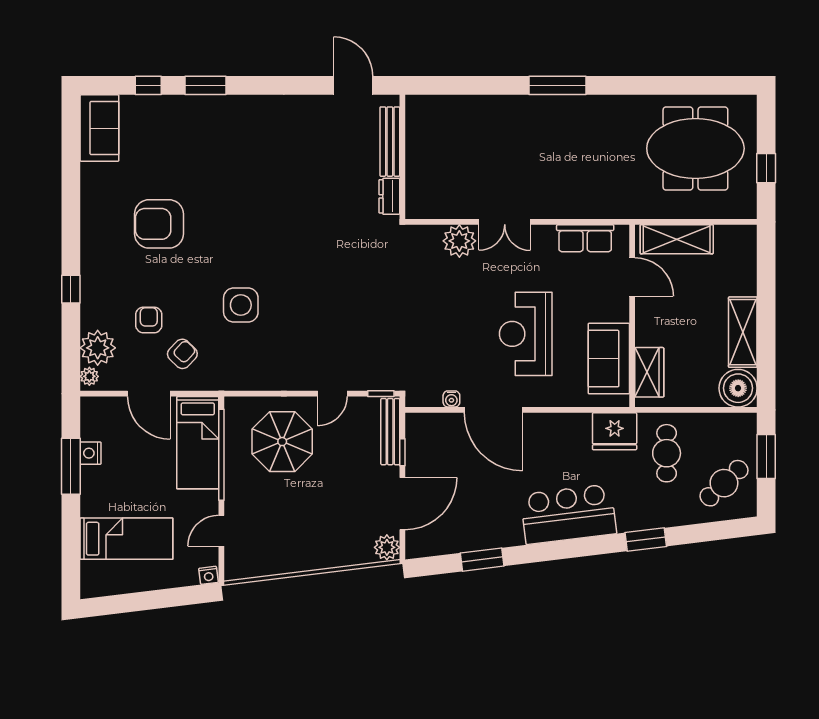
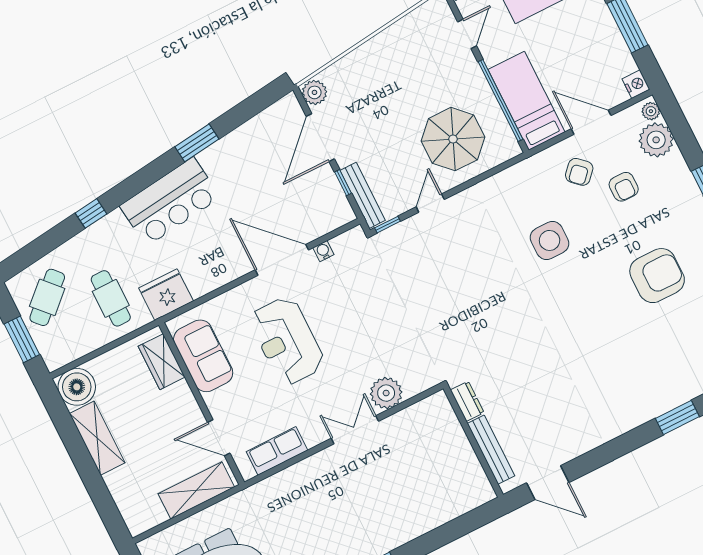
reception desk: (526, 334) -> (287, 341), turned 180
nightstand: (91, 453) -> (636, 84), moved
window: (646, 540) -> (91, 213), width x0.67
window: (482, 560) -> (197, 143), moved

